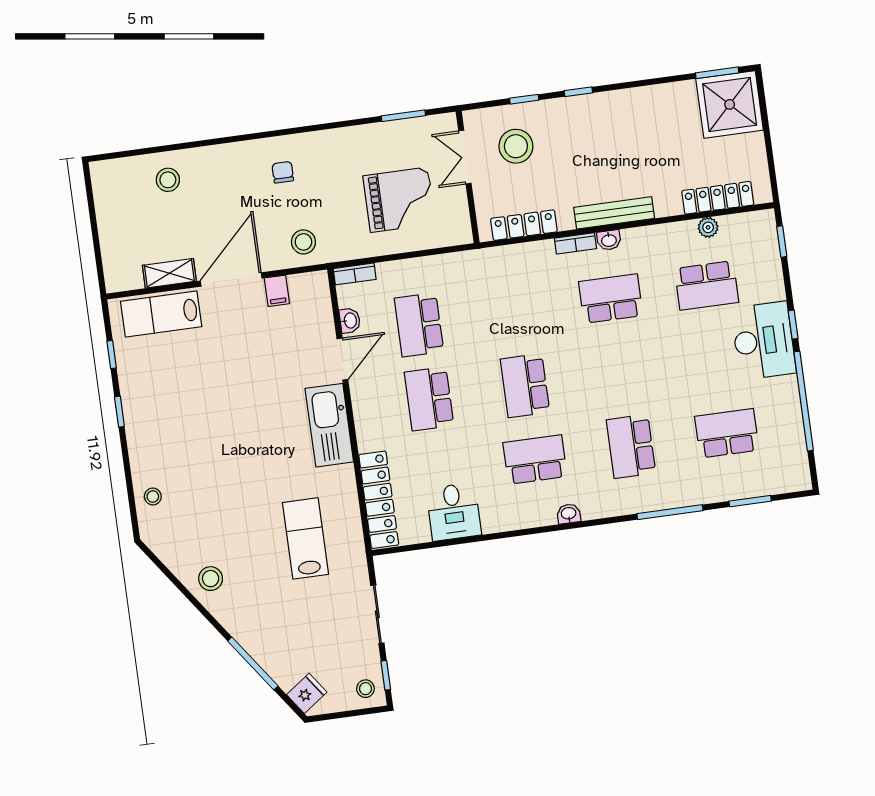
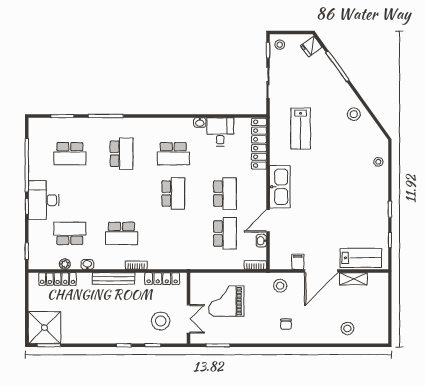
washbasin: (609, 240) -> (87, 265), moved
washbasin: (569, 514) -> (200, 123), moved

